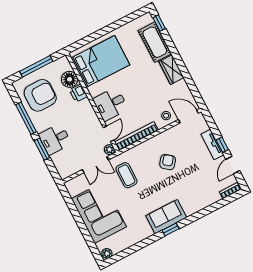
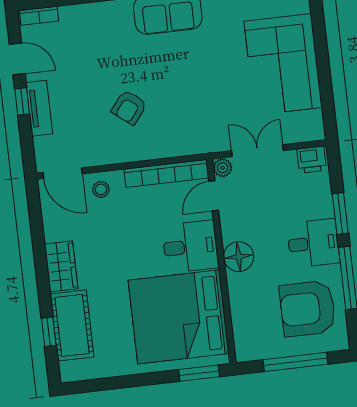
window: (159, 23) -> (49, 332), moved
window: (82, 42) -> (199, 373), added
bed: (100, 61) -> (179, 317), width x1.36
floor lamp: (70, 79) -> (239, 257), moved
printer: (78, 93) -> (311, 160), moved, turned 90
desk: (55, 139) -> (313, 243), moved
door: (233, 165) -> (17, 59), hinge flipped
coffee table: (127, 175) -> (210, 112), removed

